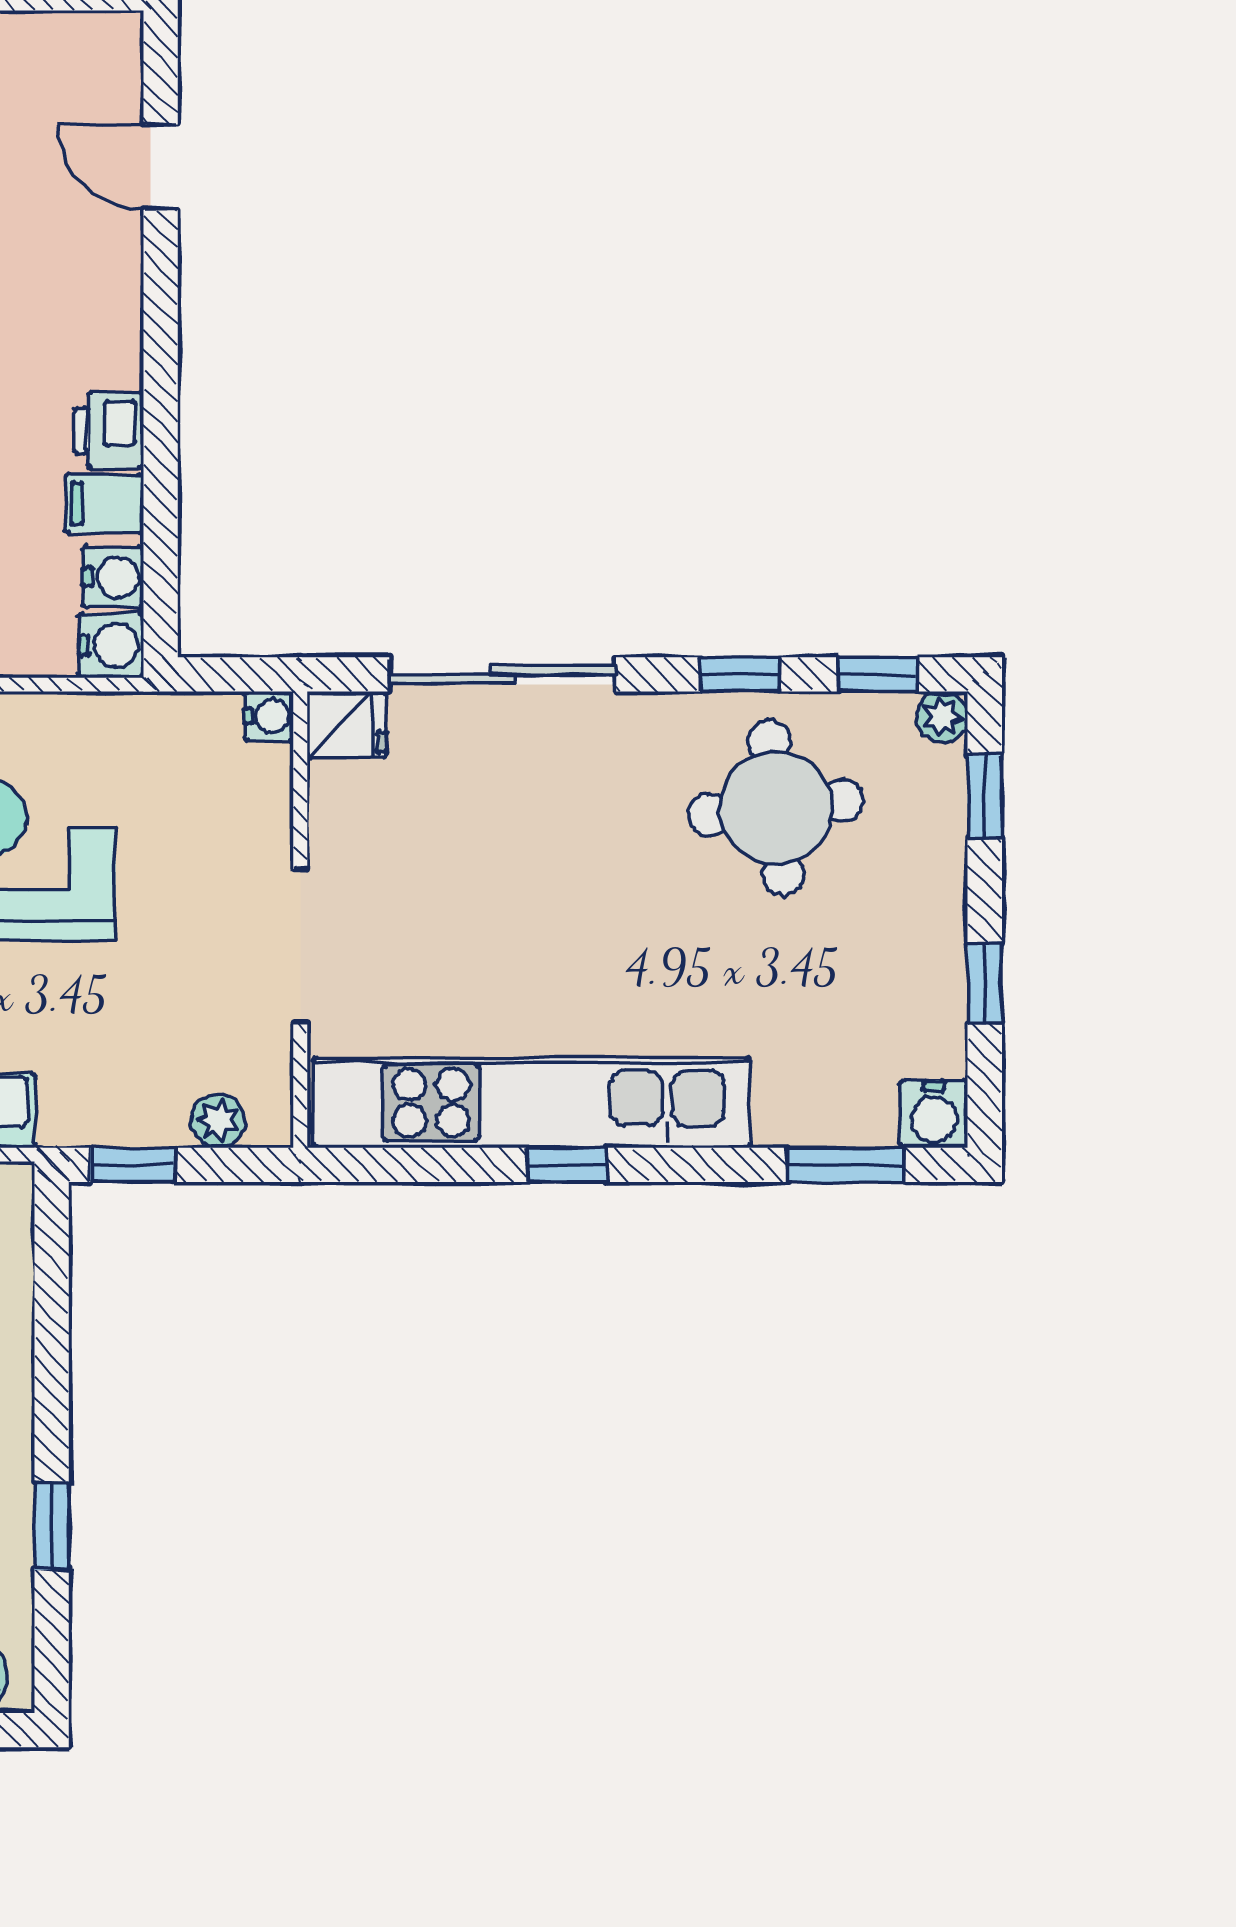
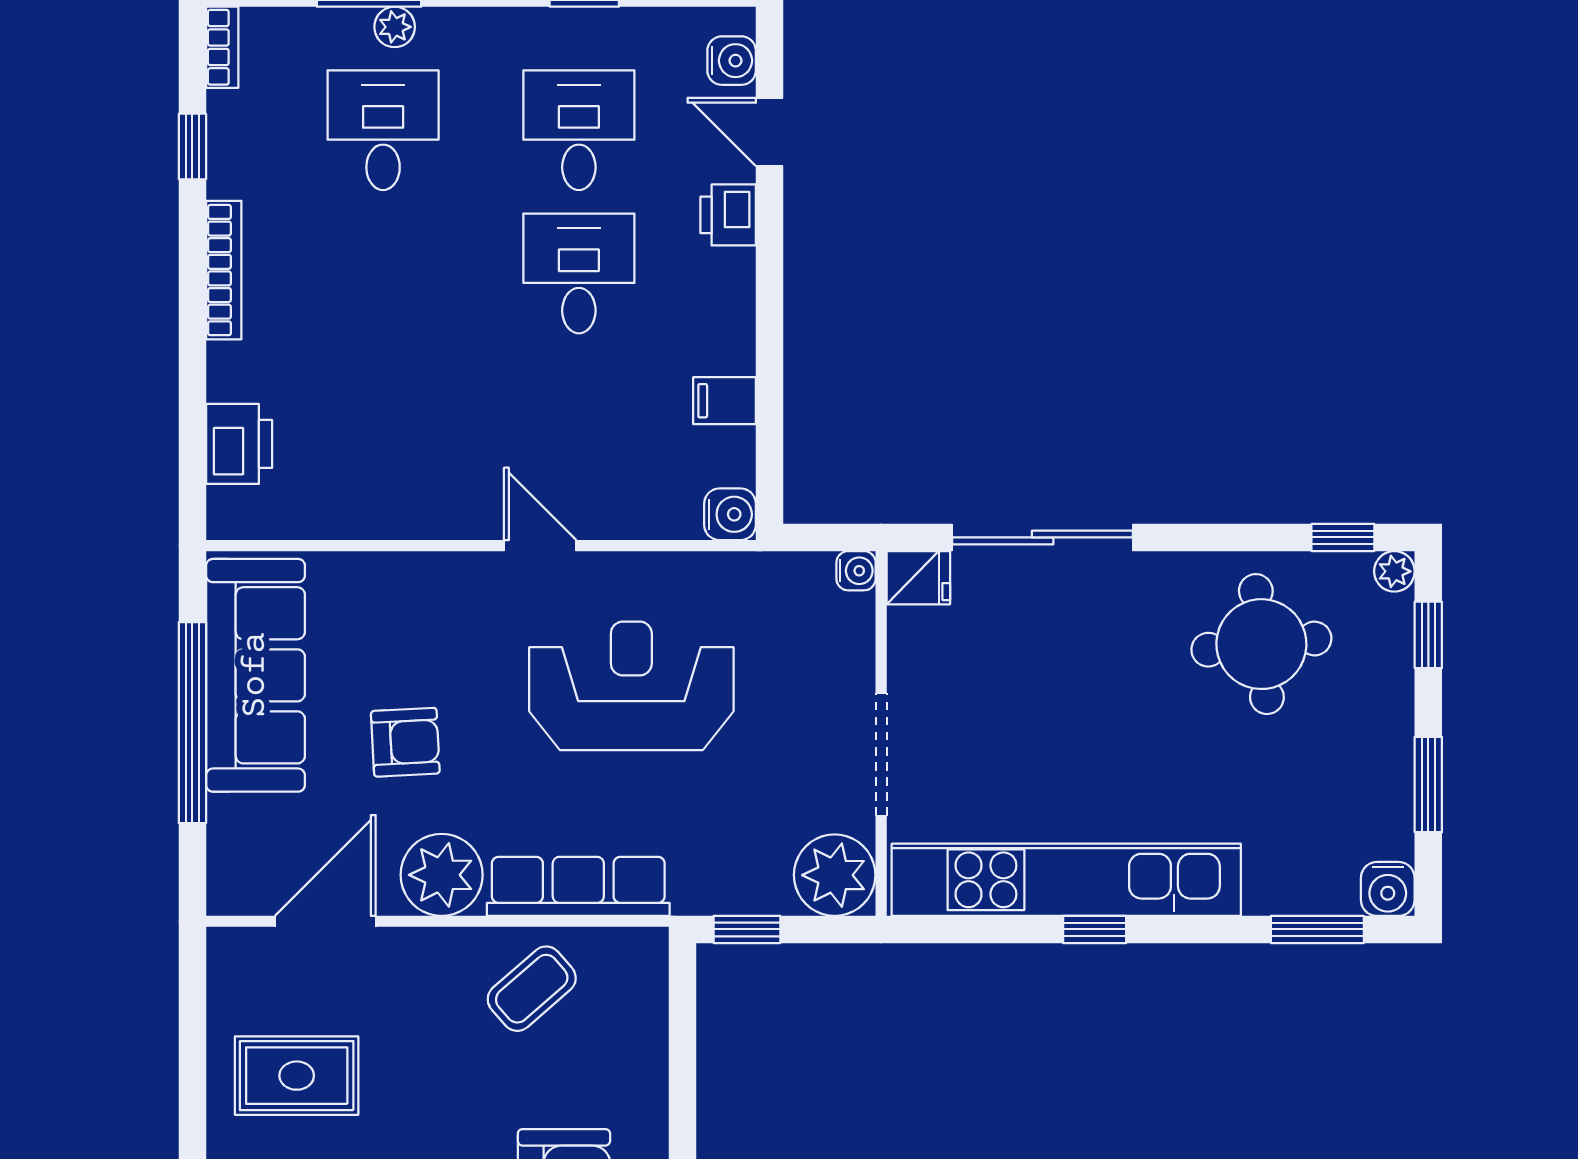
printer: (109, 430) -> (728, 215), moved
water cooler: (113, 577) -> (732, 61), moved
window: (740, 674) -> (1233, 537), removed
window: (985, 983) -> (1428, 784), width x1.50
plant: (218, 1121) -> (835, 875), width x1.88, depth x1.88

